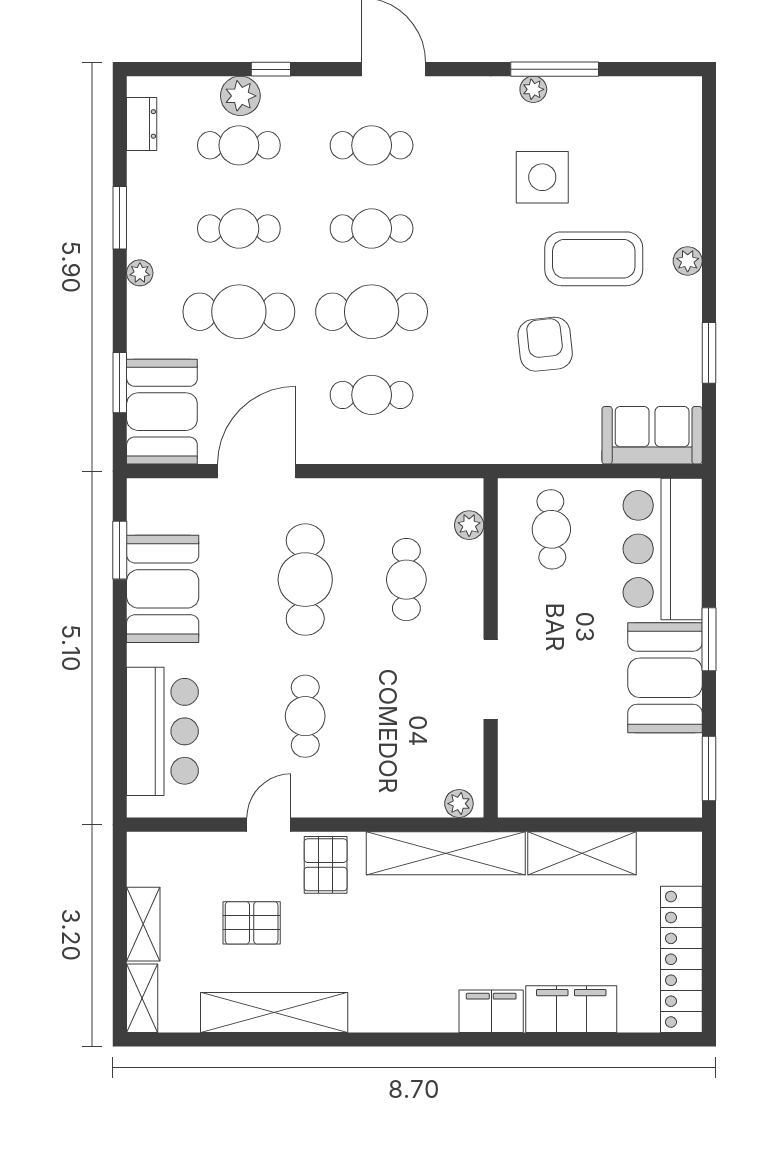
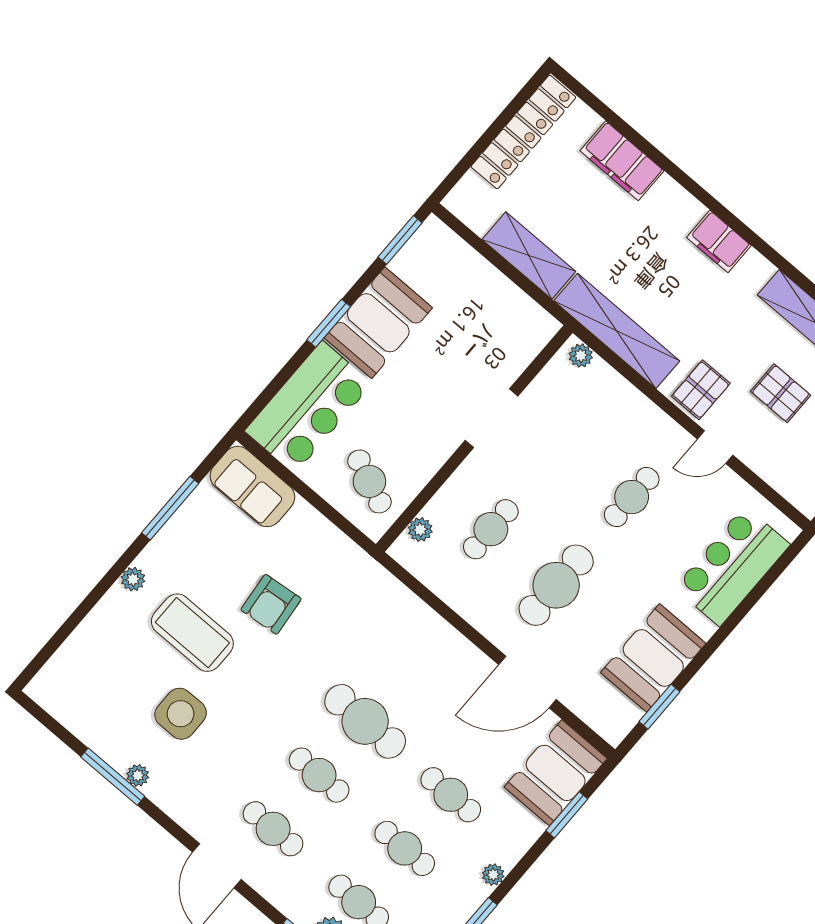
cafe table: (239, 312) -> (451, 795), width x0.73, depth x0.74
window: (709, 353) -> (170, 508), width x1.44
cafe table: (372, 395) -> (411, 668), removed
cafe table: (551, 529) -> (369, 481), turned -65
filing cabinet: (491, 1011) -> (719, 241), moved

